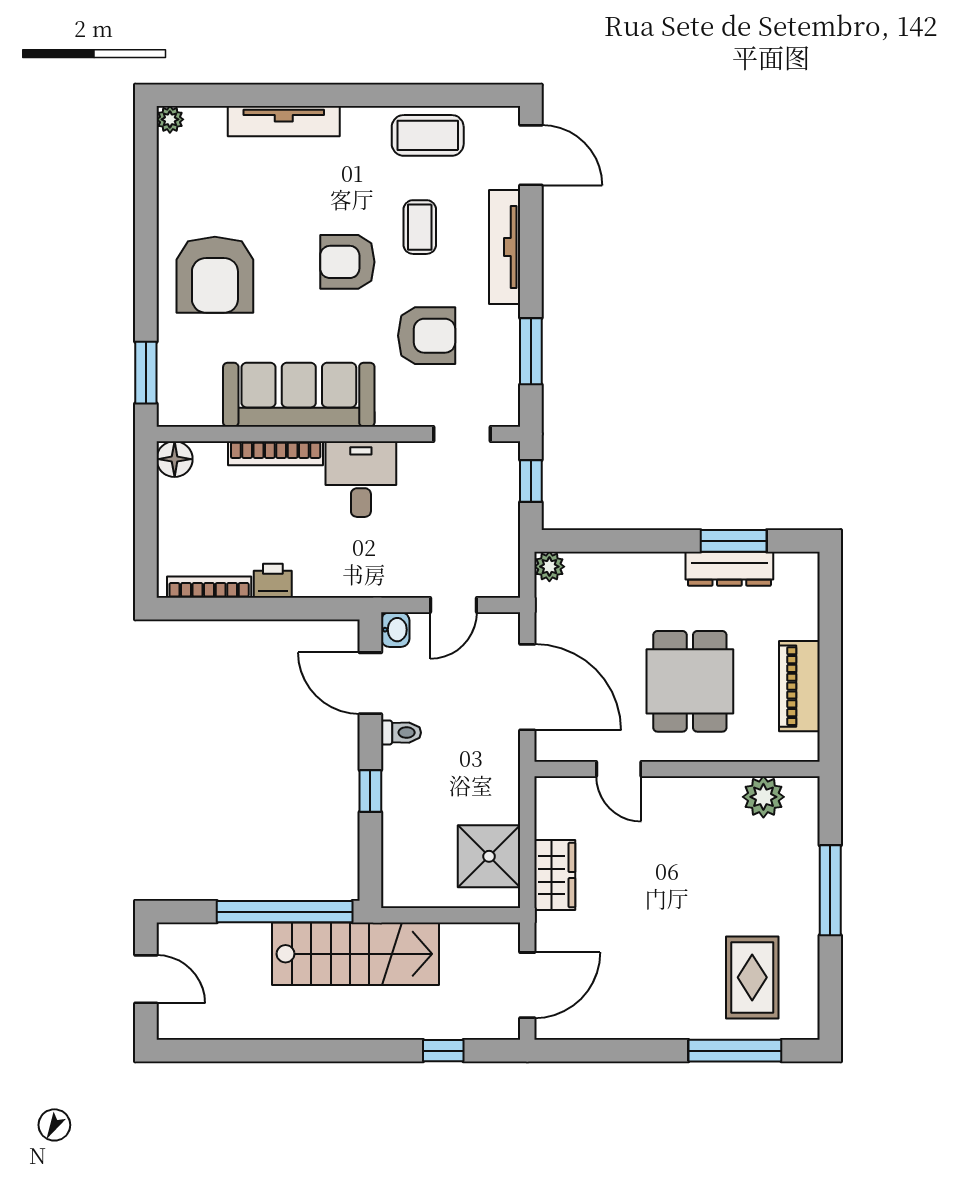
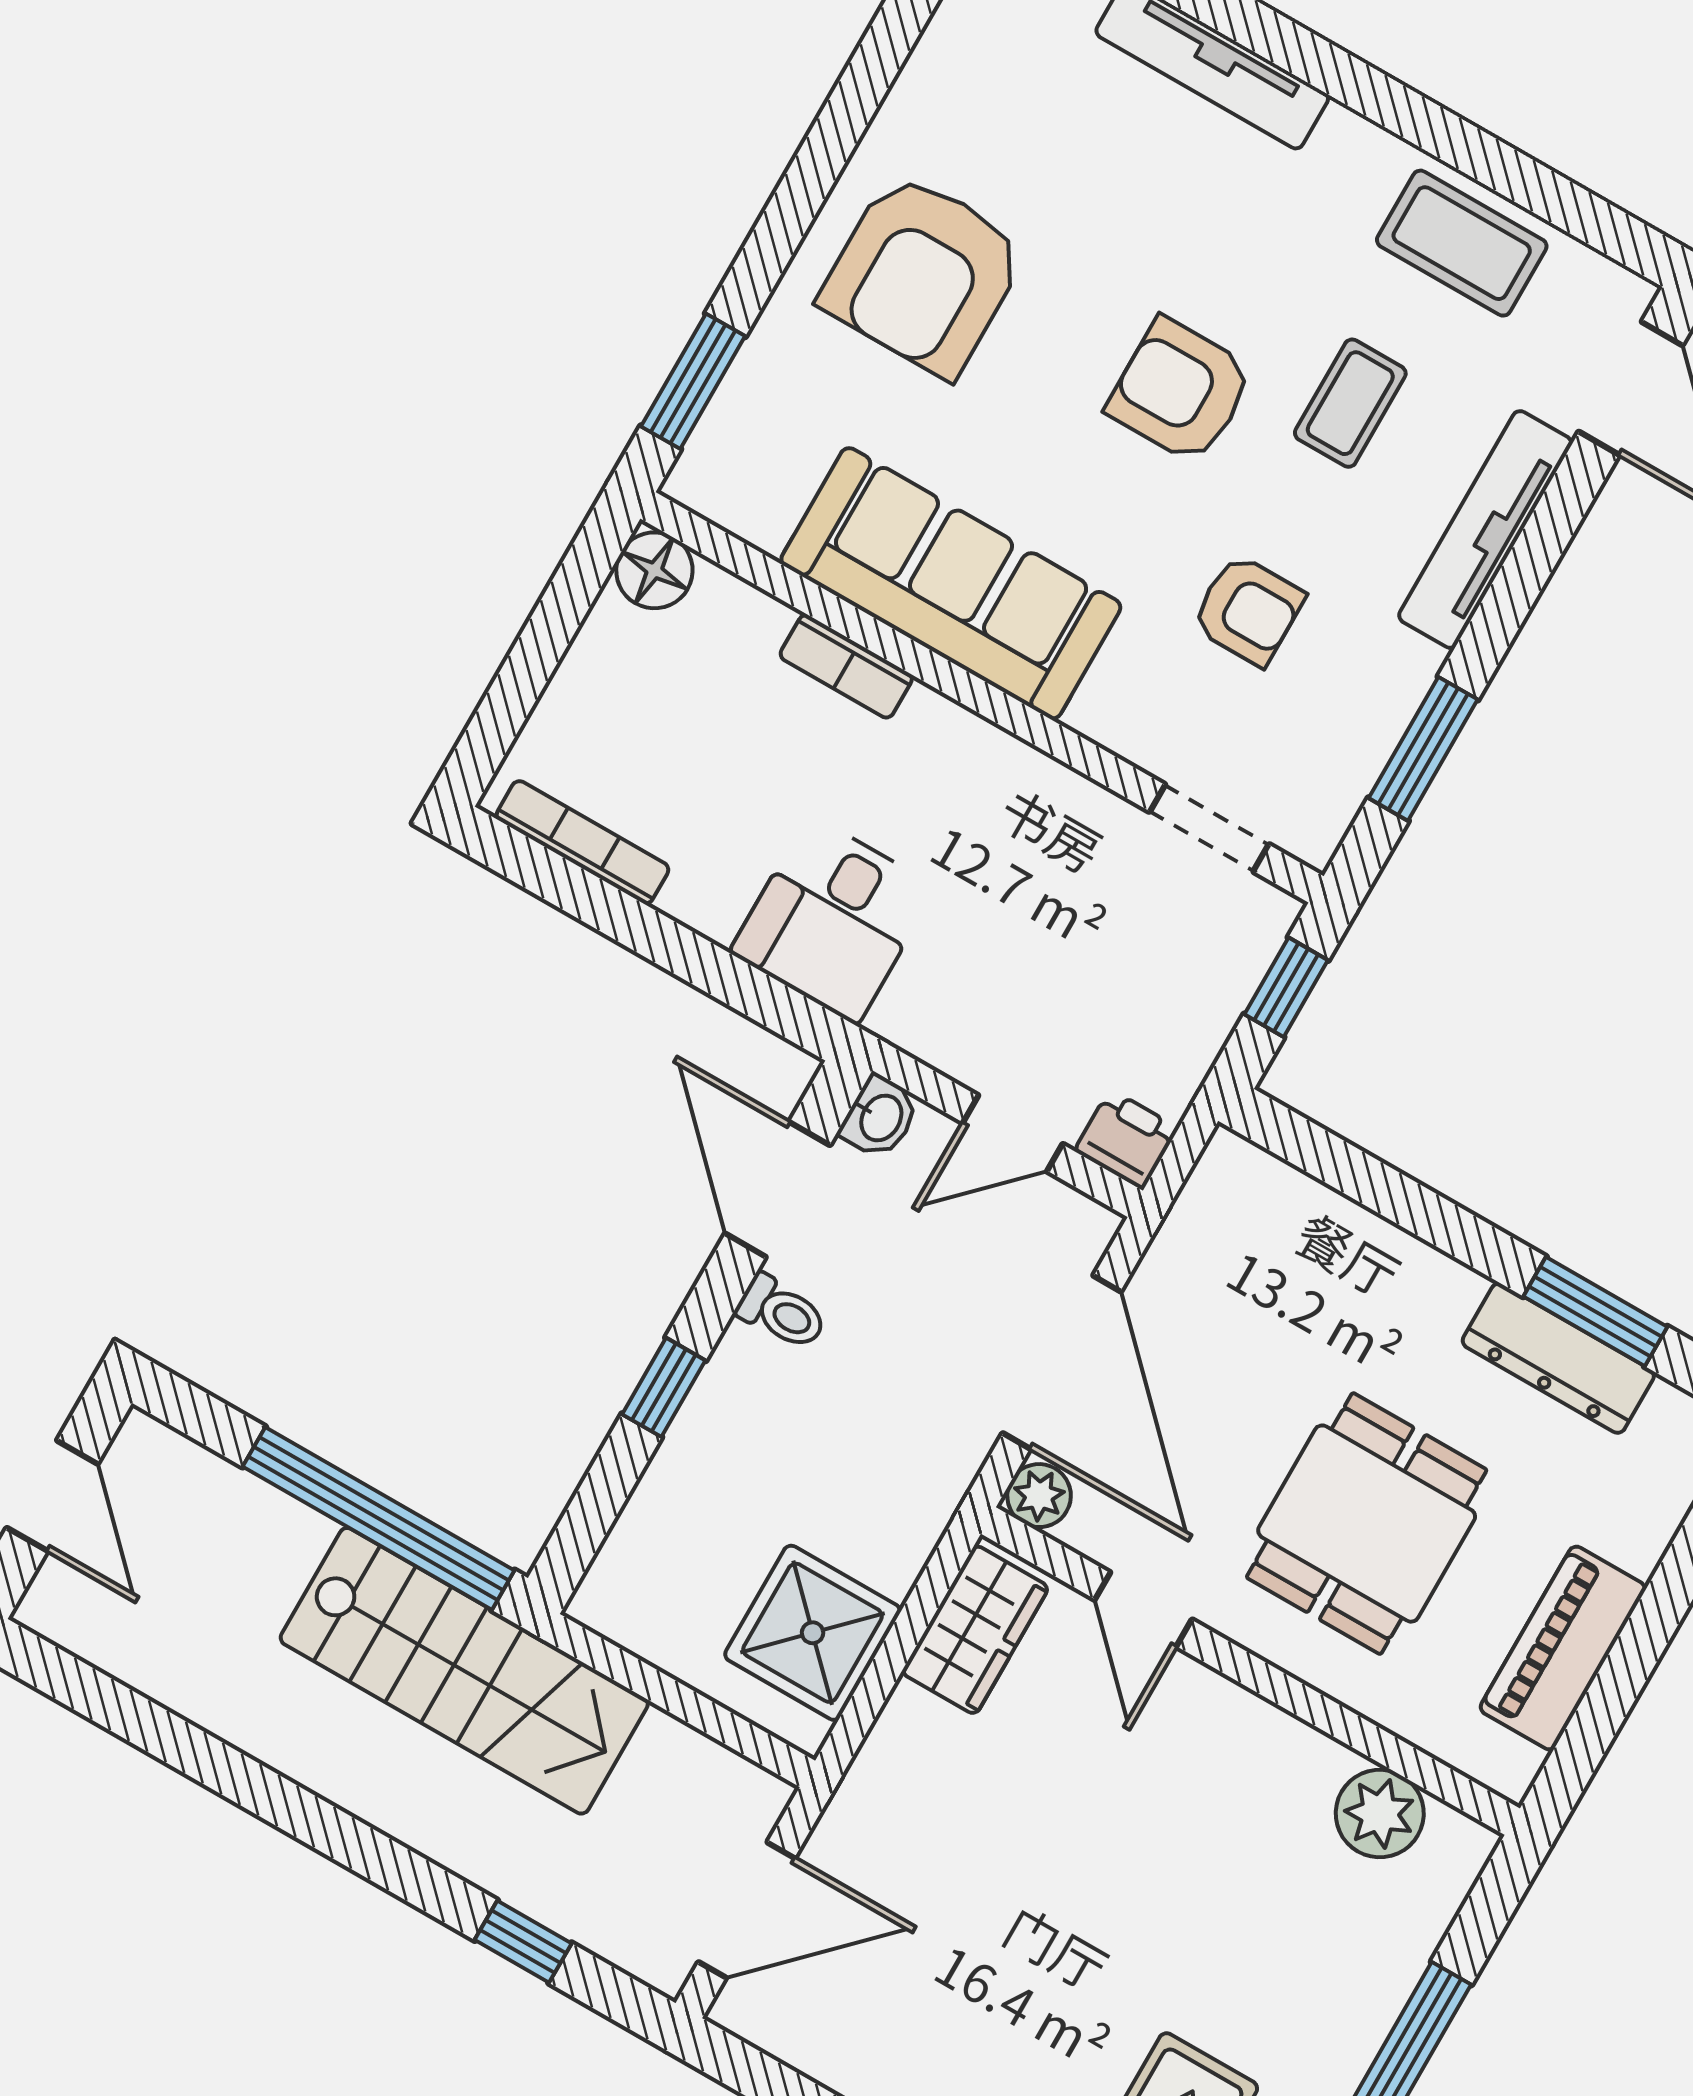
armchair: (427, 336) -> (1248, 610), width x0.72, depth x0.72
bookcase: (276, 453) -> (846, 666), width x0.64
desk: (361, 479) -> (833, 920), moved, turned 180
plant: (549, 567) -> (1039, 1496), moved
printer: (273, 581) -> (1126, 1139), moved
wardrobe: (555, 875) -> (975, 1630), moved

